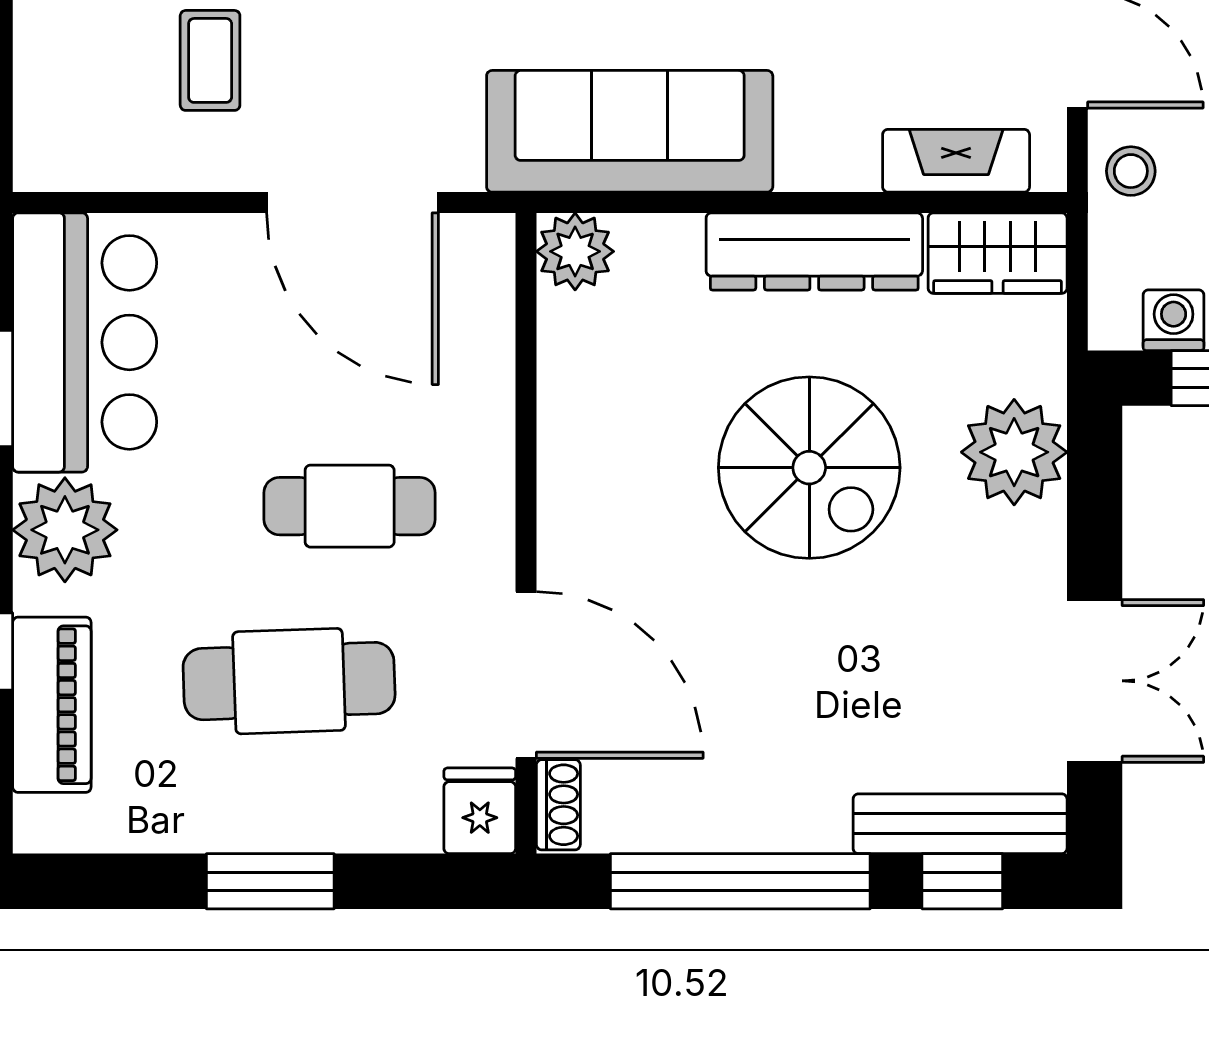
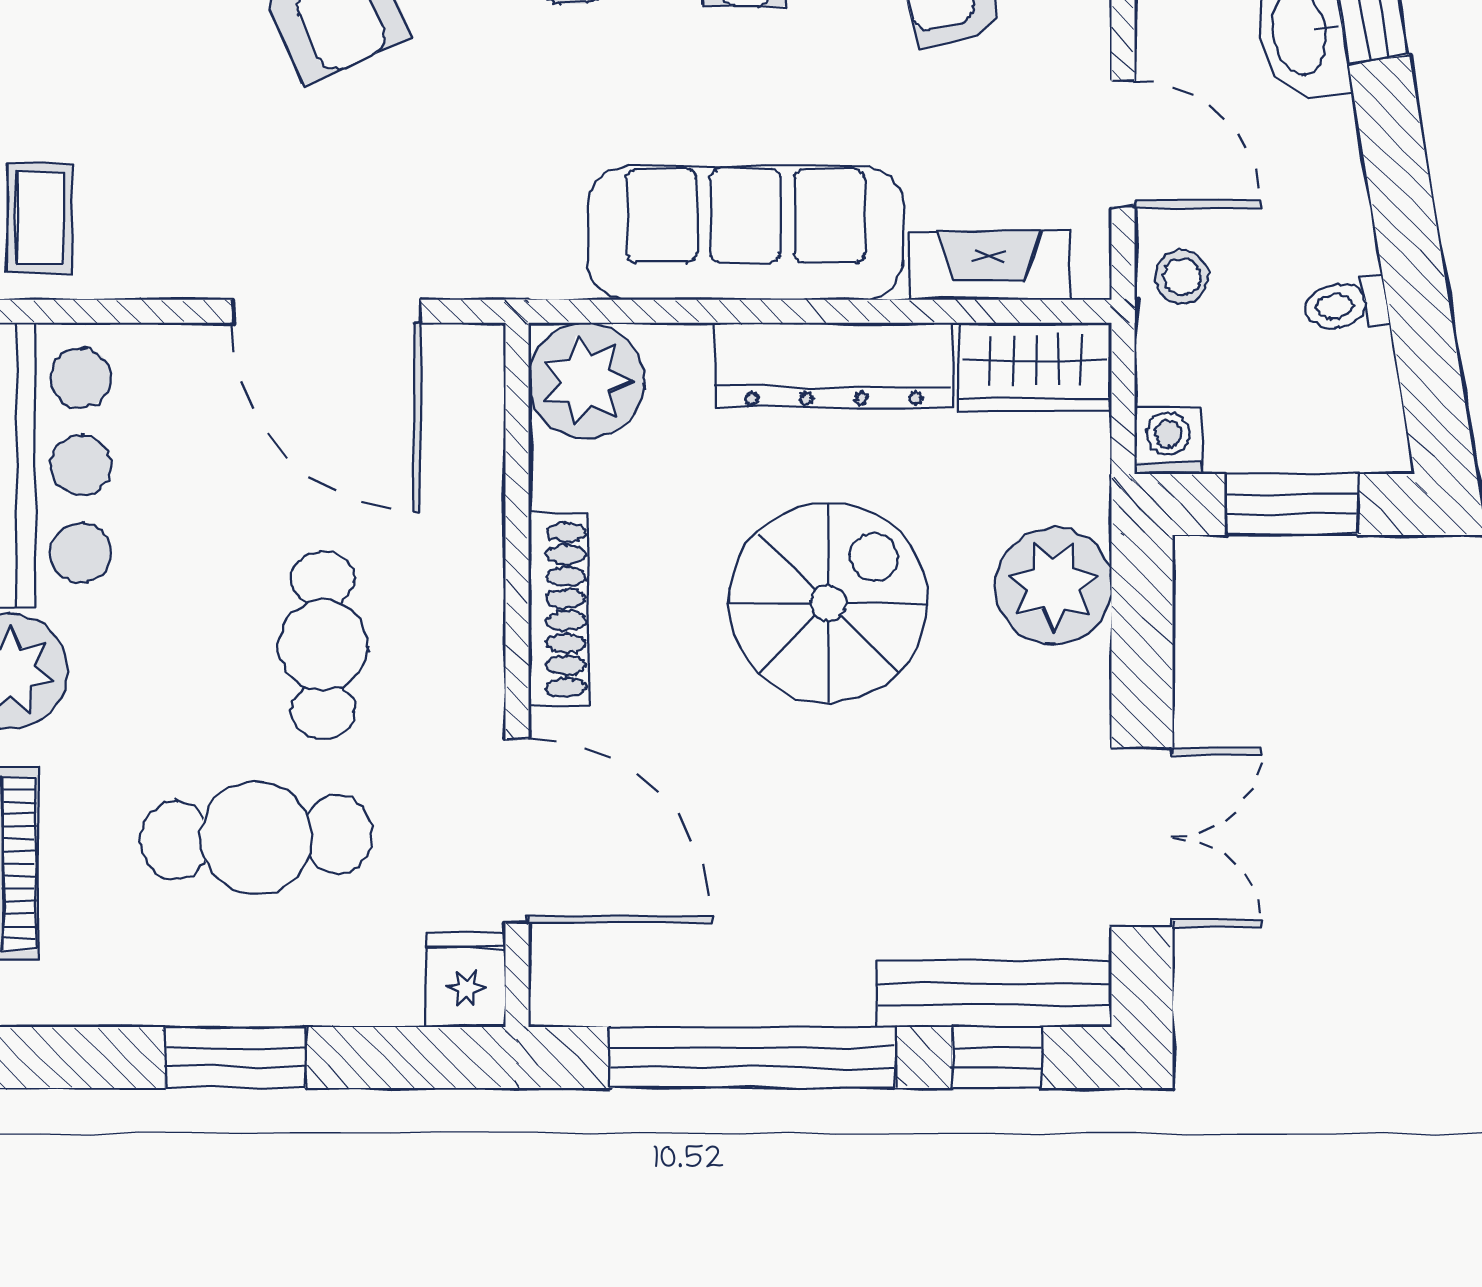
coffee table: (210, 60) -> (40, 218), moved
sofa: (630, 131) -> (745, 233), moved
plant: (575, 251) -> (586, 381), width x1.36, depth x1.36
washing machine: (1174, 320) -> (1168, 441), moved
spiral stairs: (809, 468) -> (828, 603), turned -90
cafe table: (350, 506) -> (323, 645), turned 90
shoe rack: (558, 805) -> (558, 610), moved, width x1.94, depth x1.24

